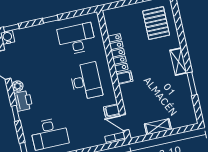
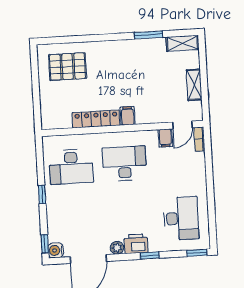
desk: (77, 39) -> (71, 167), turned -90
shelving: (178, 62) -> (182, 43), moved

